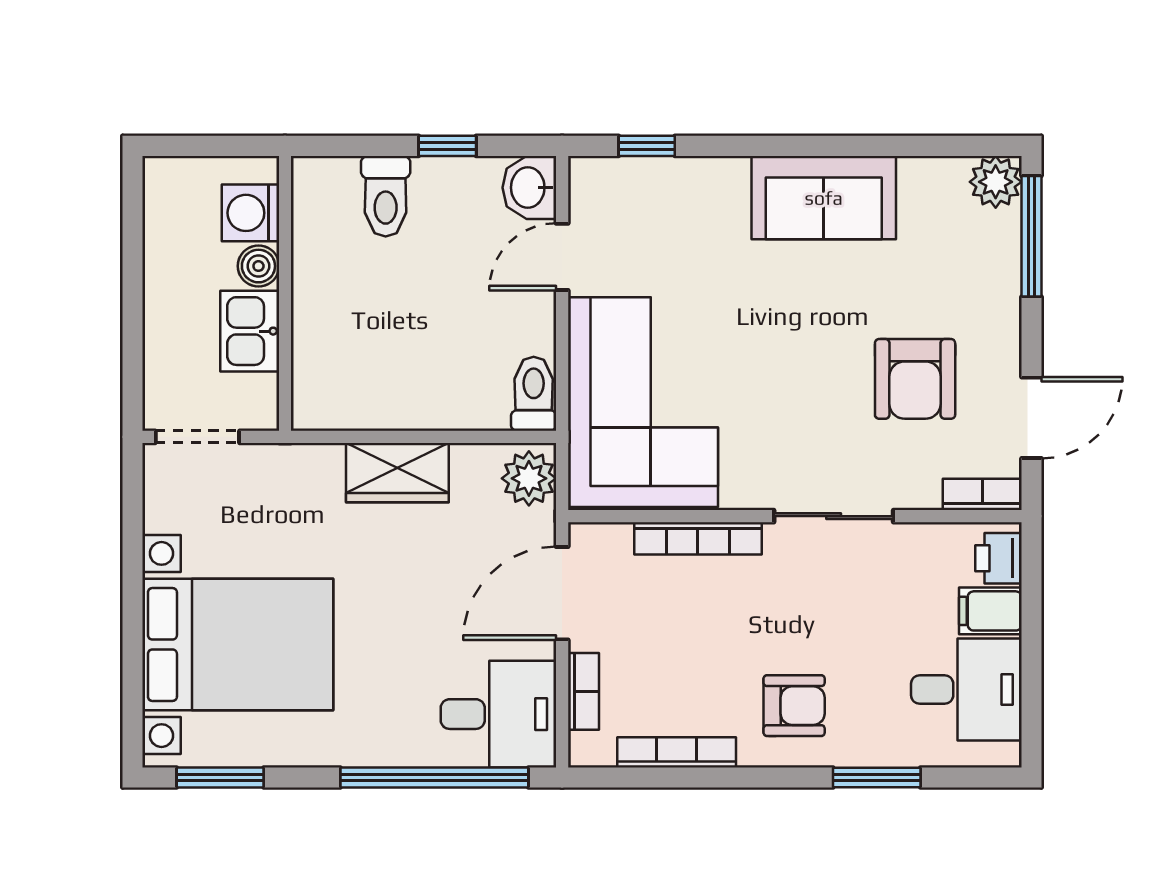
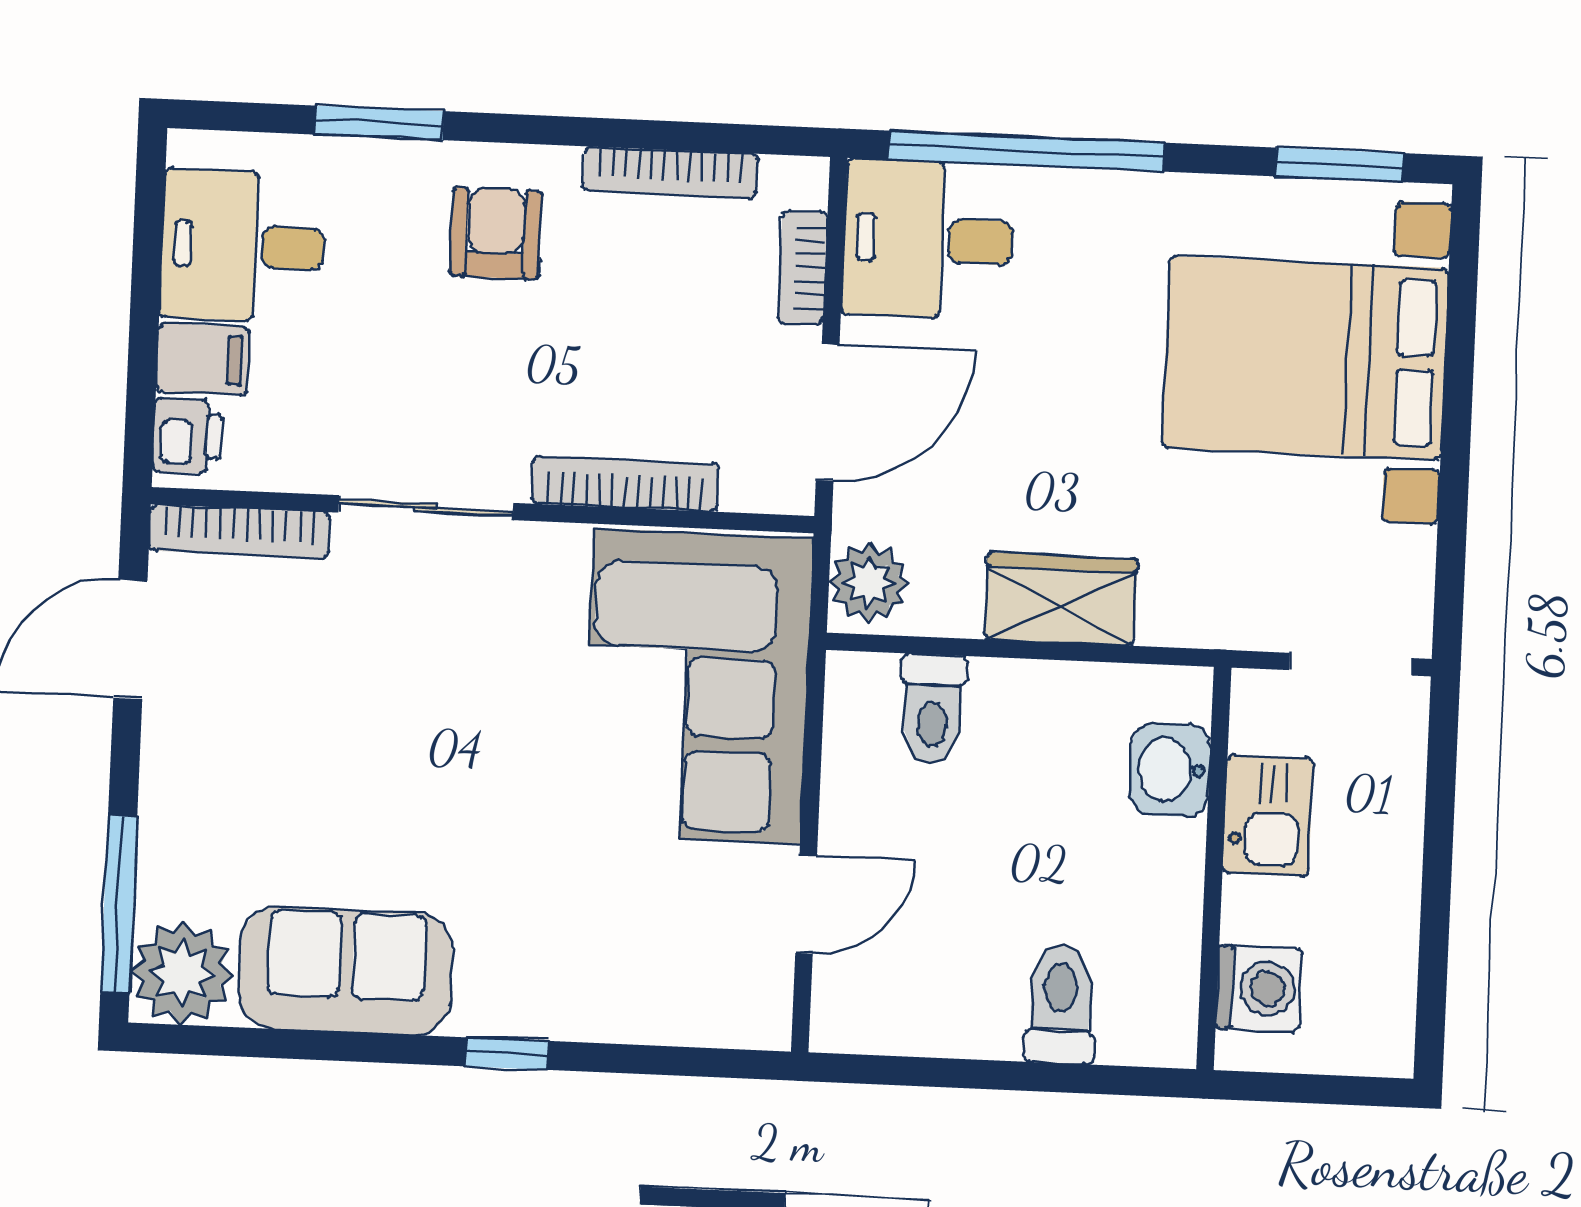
window: (447, 146) -> (967, 1074), removed
window: (647, 146) -> (507, 1054), moved
plant: (996, 182) -> (182, 973), width x1.36, depth x1.36
washbasin: (529, 188) -> (1170, 770), moved, turned 180
sofa: (824, 198) -> (346, 971), moved
boiler: (258, 266) -> (1251, 910), removed
armchair: (915, 379) -> (298, 703), removed
toilet: (534, 394) -> (933, 709), moved
bookcase: (982, 494) -> (240, 531), width x1.56
armchair: (794, 706) -> (496, 233), turned 90

